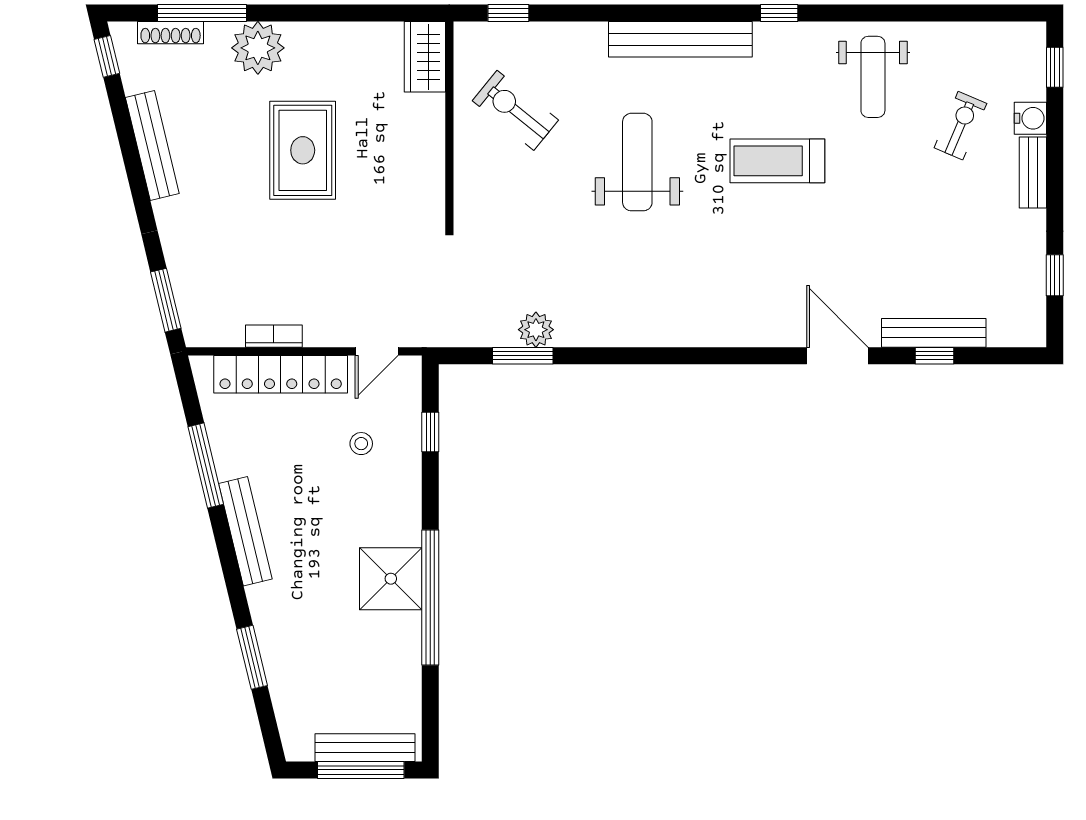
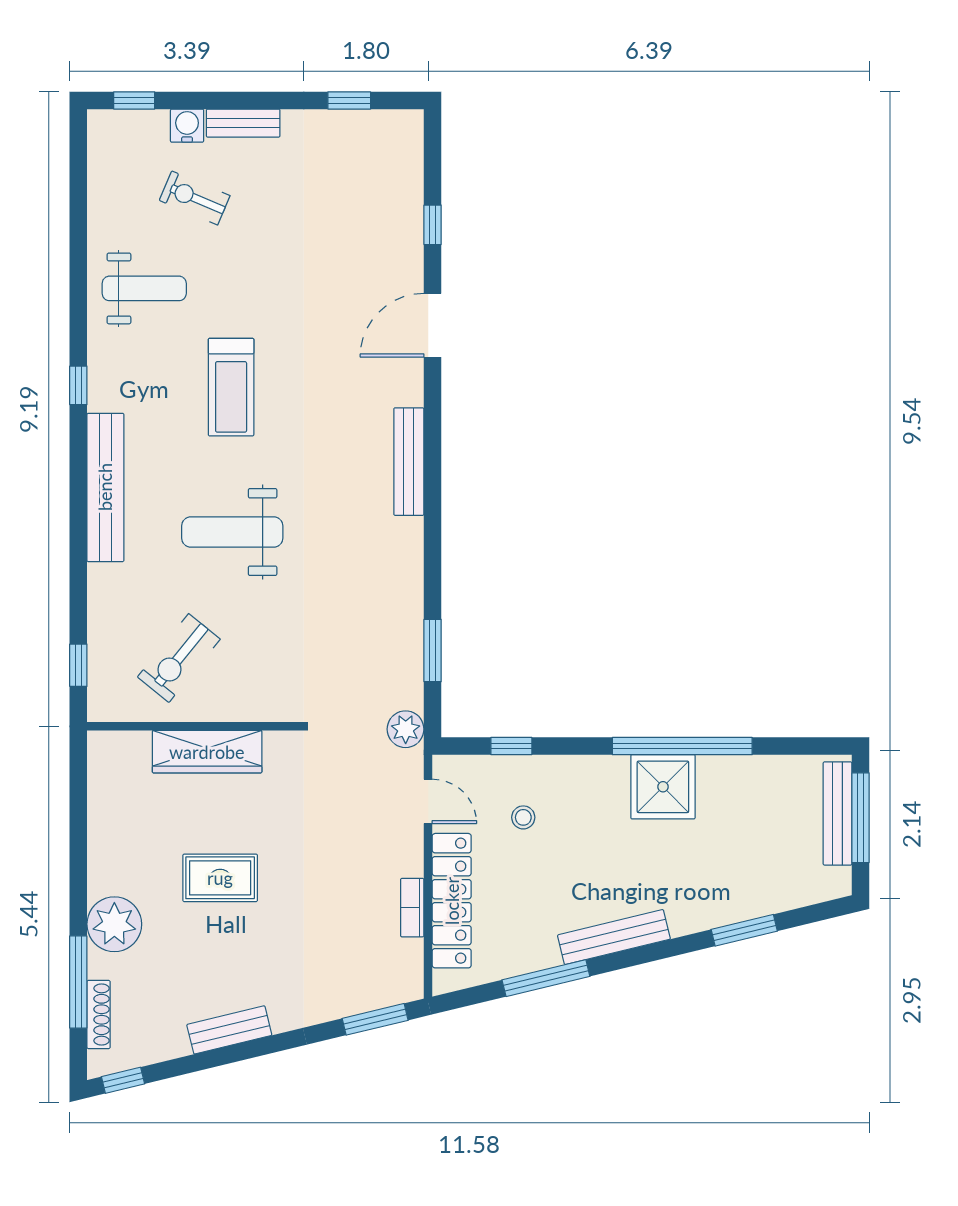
wardrobe: (425, 57) -> (207, 752), moved, width x1.50
bench: (152, 145) -> (229, 1030), width x0.73
rug: (303, 150) -> (220, 878), width x0.73, depth x0.70
plant: (536, 330) -> (406, 729), moved
bench: (934, 333) -> (409, 462), moved

